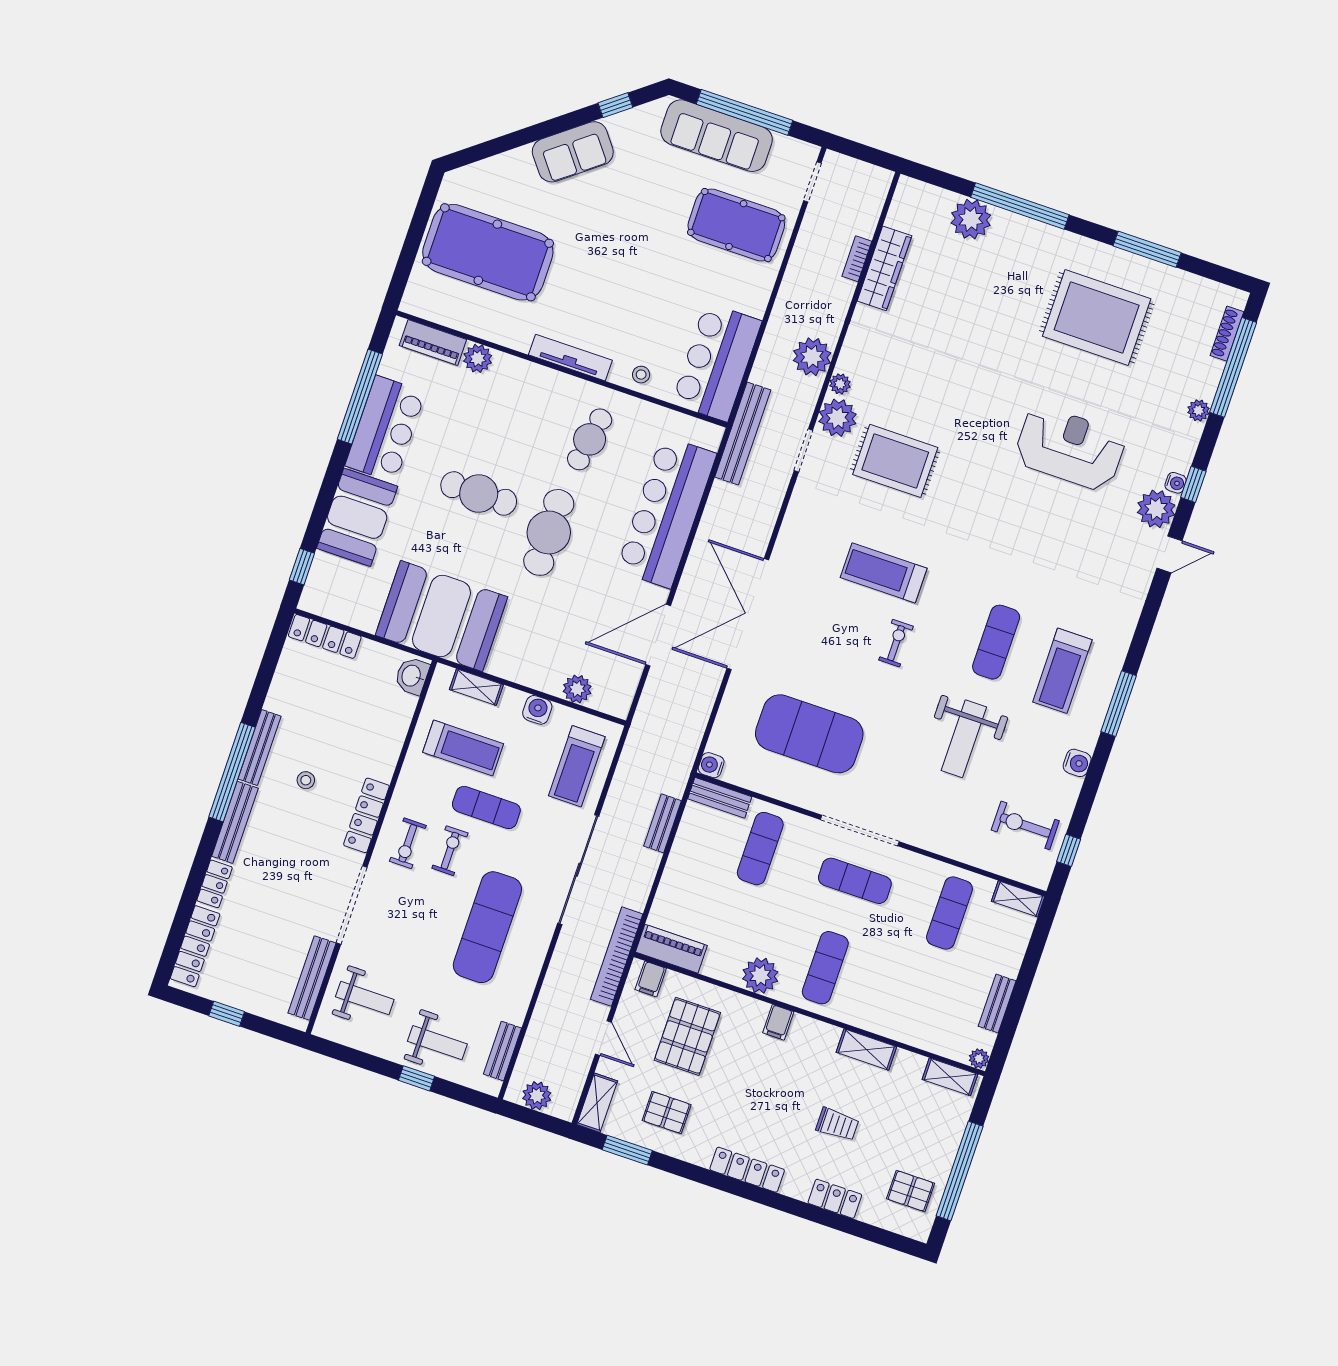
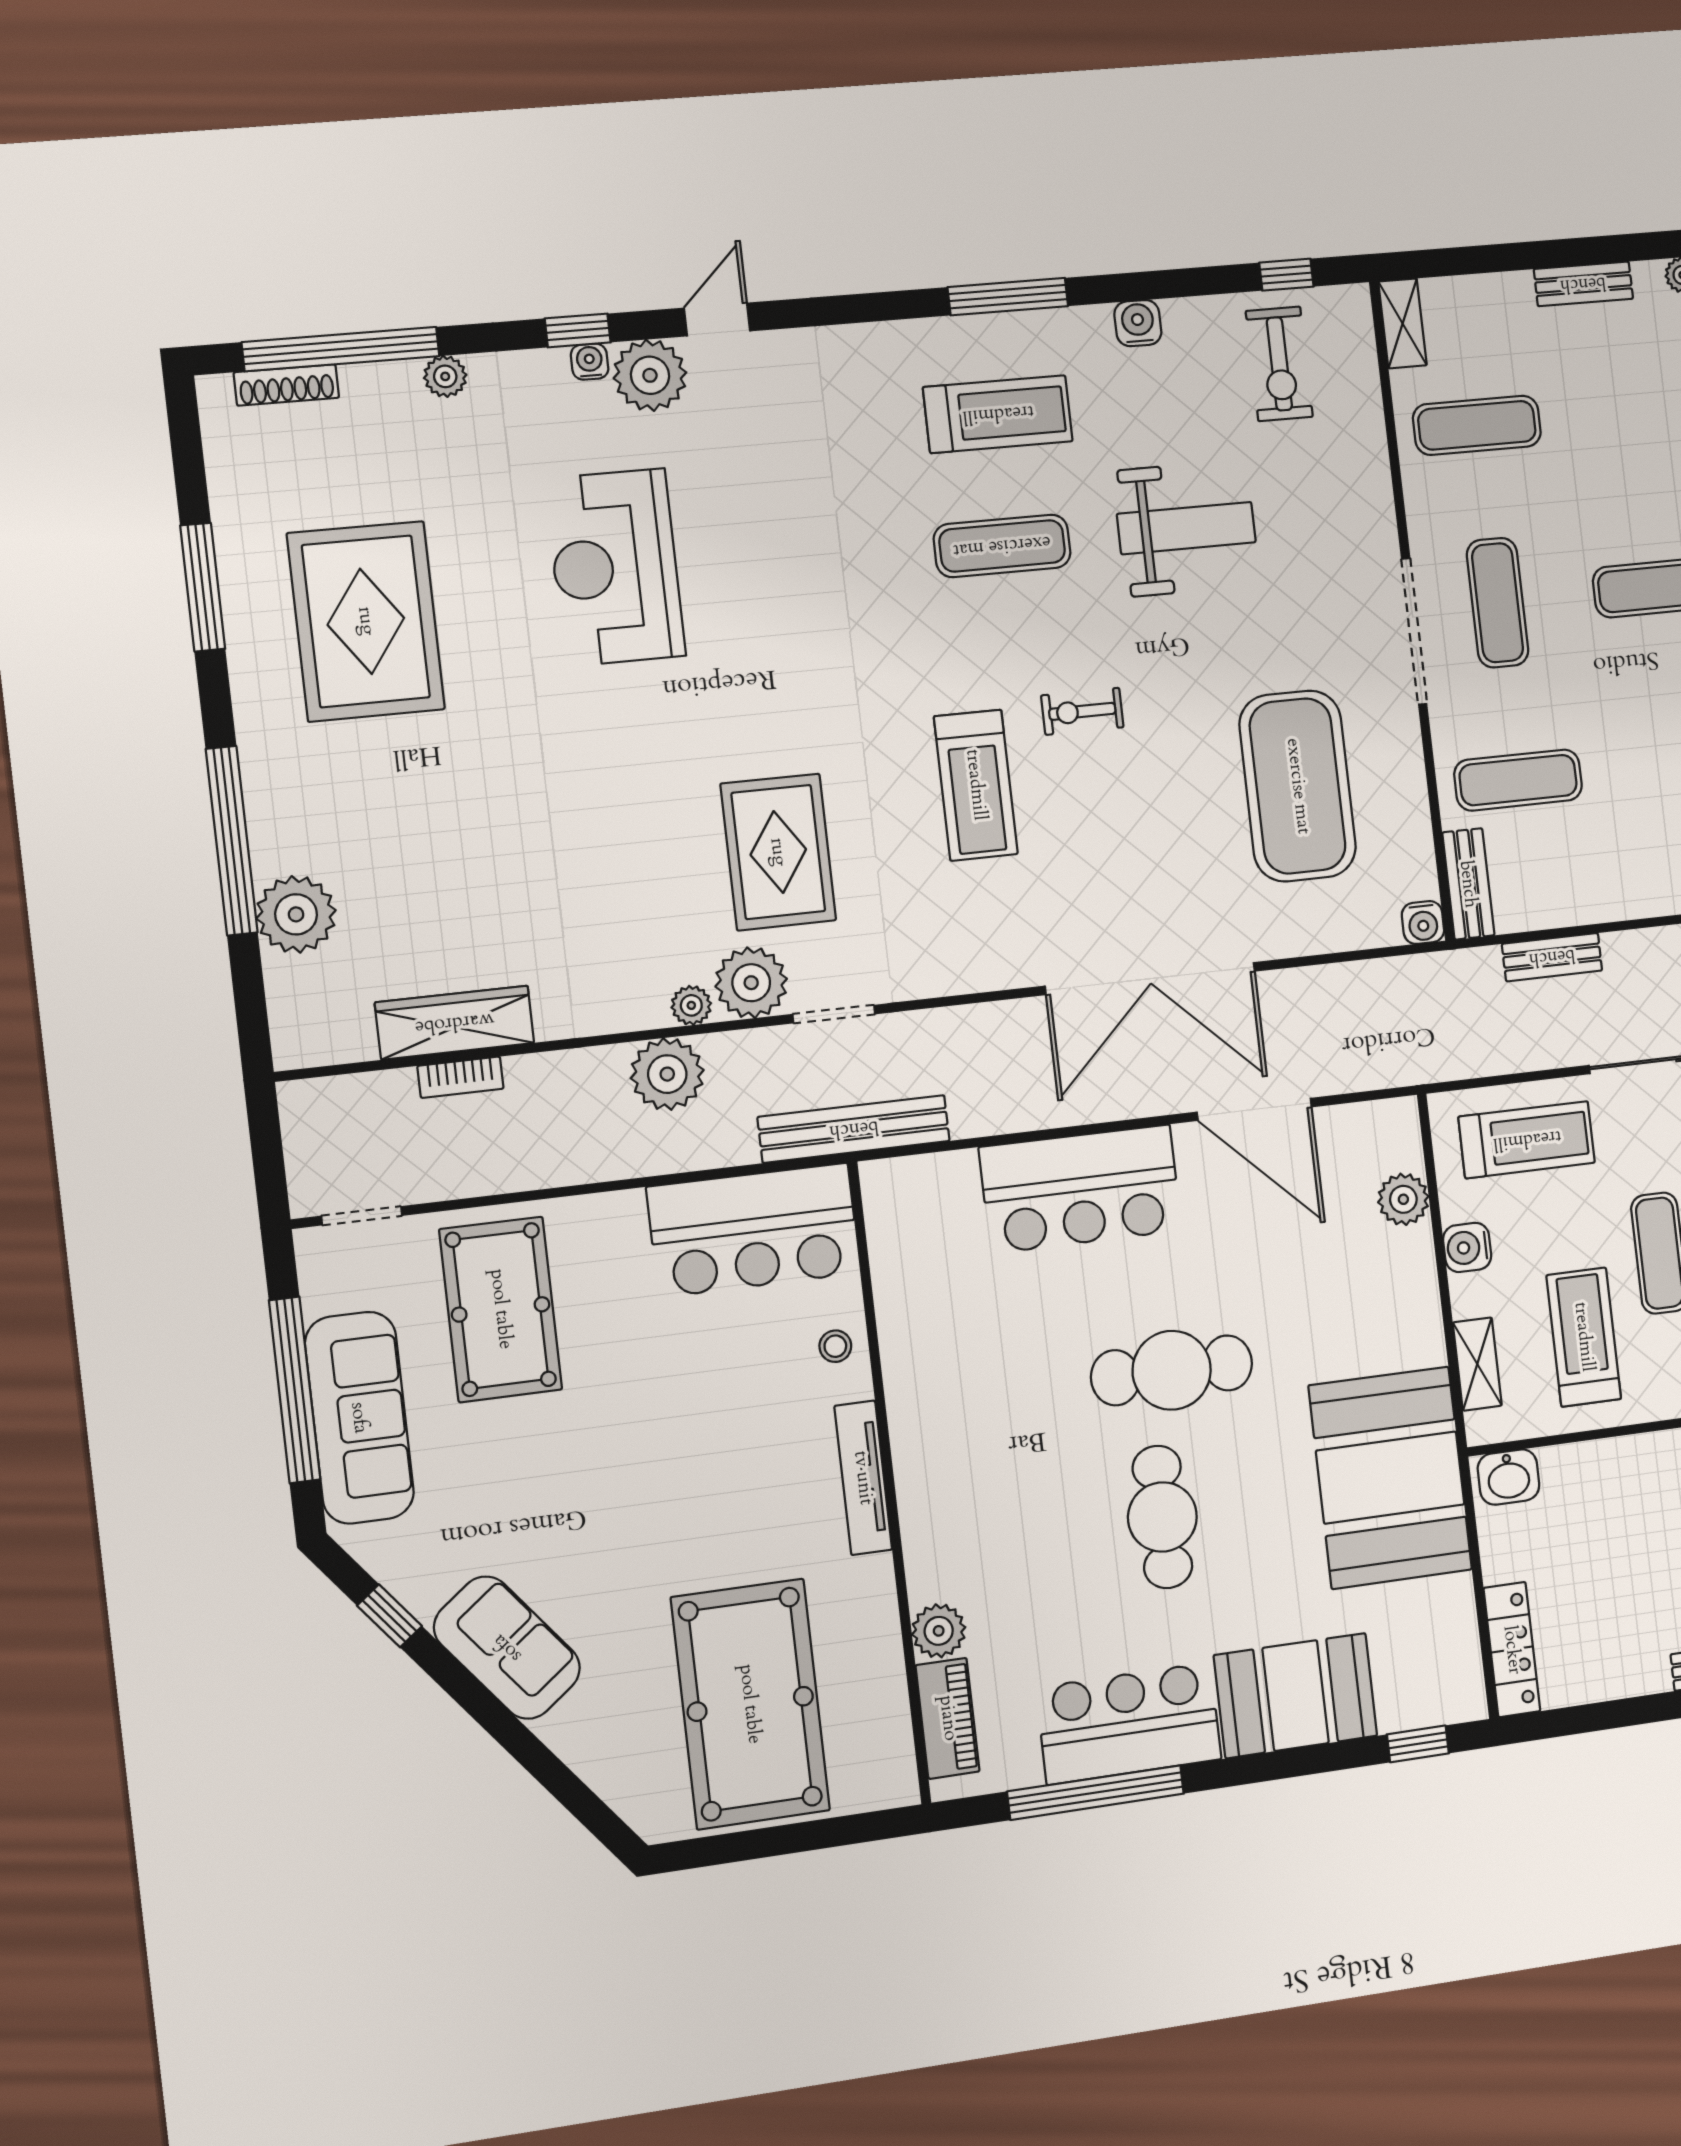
cafe table: (590, 439) -> (986, 1379), removed
bar counter: (666, 512) -> (1081, 1189), width x0.73
door: (1169, 554) -> (717, 319), hinge flipped

